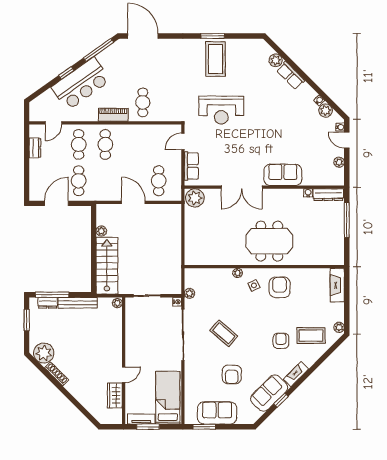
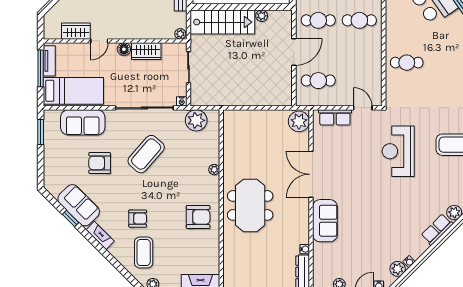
piano: (113, 115) -> (393, 29), removed
cafe table: (105, 181) -> (318, 20), added
side table: (254, 285) -> (200, 188), removed
plant: (190, 293) -> (196, 120), width x1.87, depth x1.87
wardrobe: (133, 333) -> (146, 51), added
coffee table: (224, 333) -> (146, 154), width x1.36, depth x1.32
floor lamp: (131, 353) -> (124, 49), added
door: (124, 375) -> (99, 41), hinge flipped
sofa: (217, 413) -> (83, 122), moved, turned 90
window: (148, 427) -> (41, 68), width x1.44

